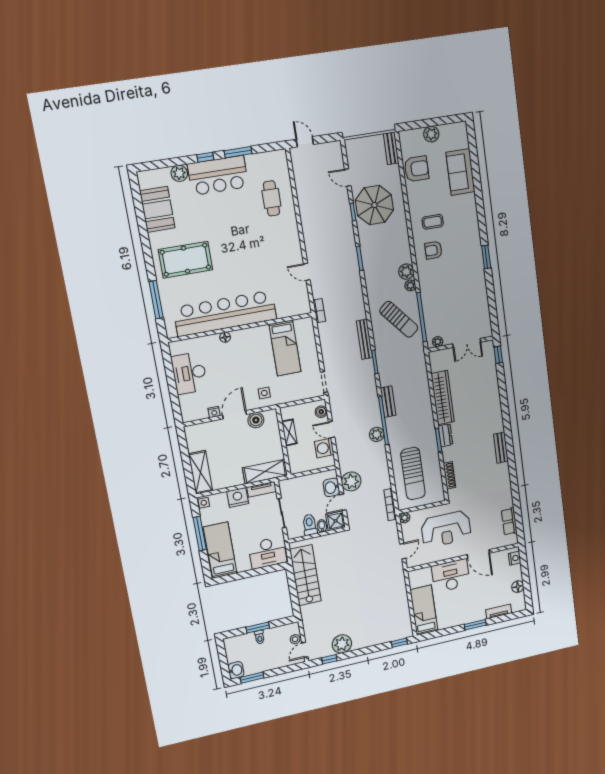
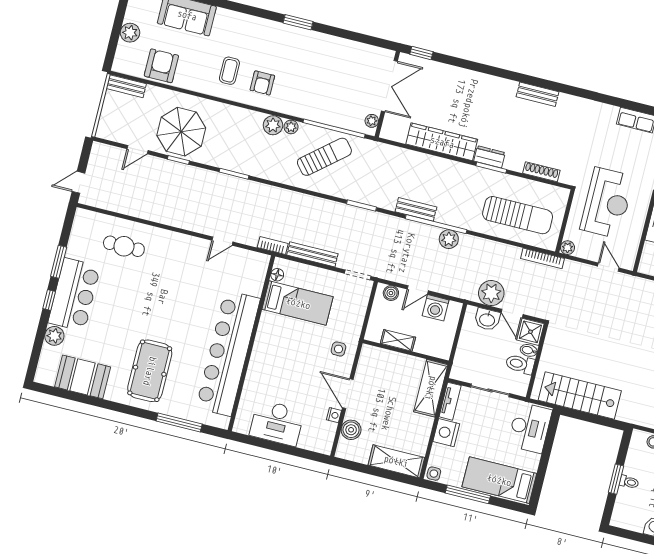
floor lamp: (225, 337) -> (277, 275), moved
bench: (365, 339) -> (312, 254), moved
double door: (467, 343) -> (389, 86), width x1.37
boiler: (256, 420) -> (351, 430), moved

